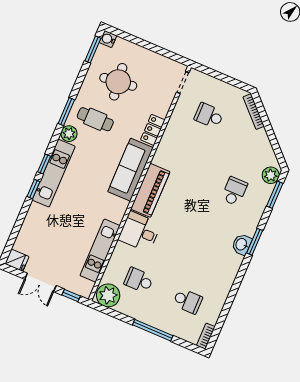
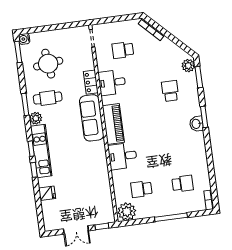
desk: (176, 144) -> (112, 82), added
kitchen unit: (100, 251) -> (103, 185), removed
fridge: (17, 260) -> (47, 193), moved

